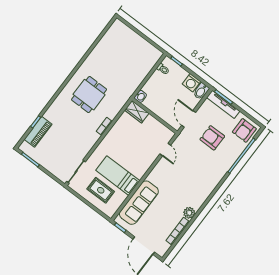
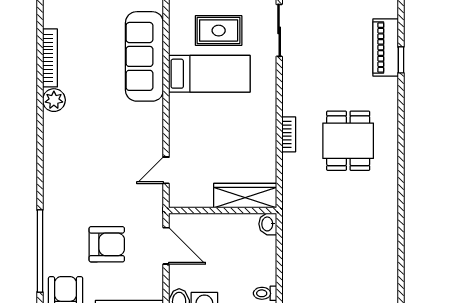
dining table: (89, 95) -> (348, 141), moved
wardrobe: (137, 112) -> (245, 196), width x1.50
door: (165, 150) -> (166, 170), hinge flipped

